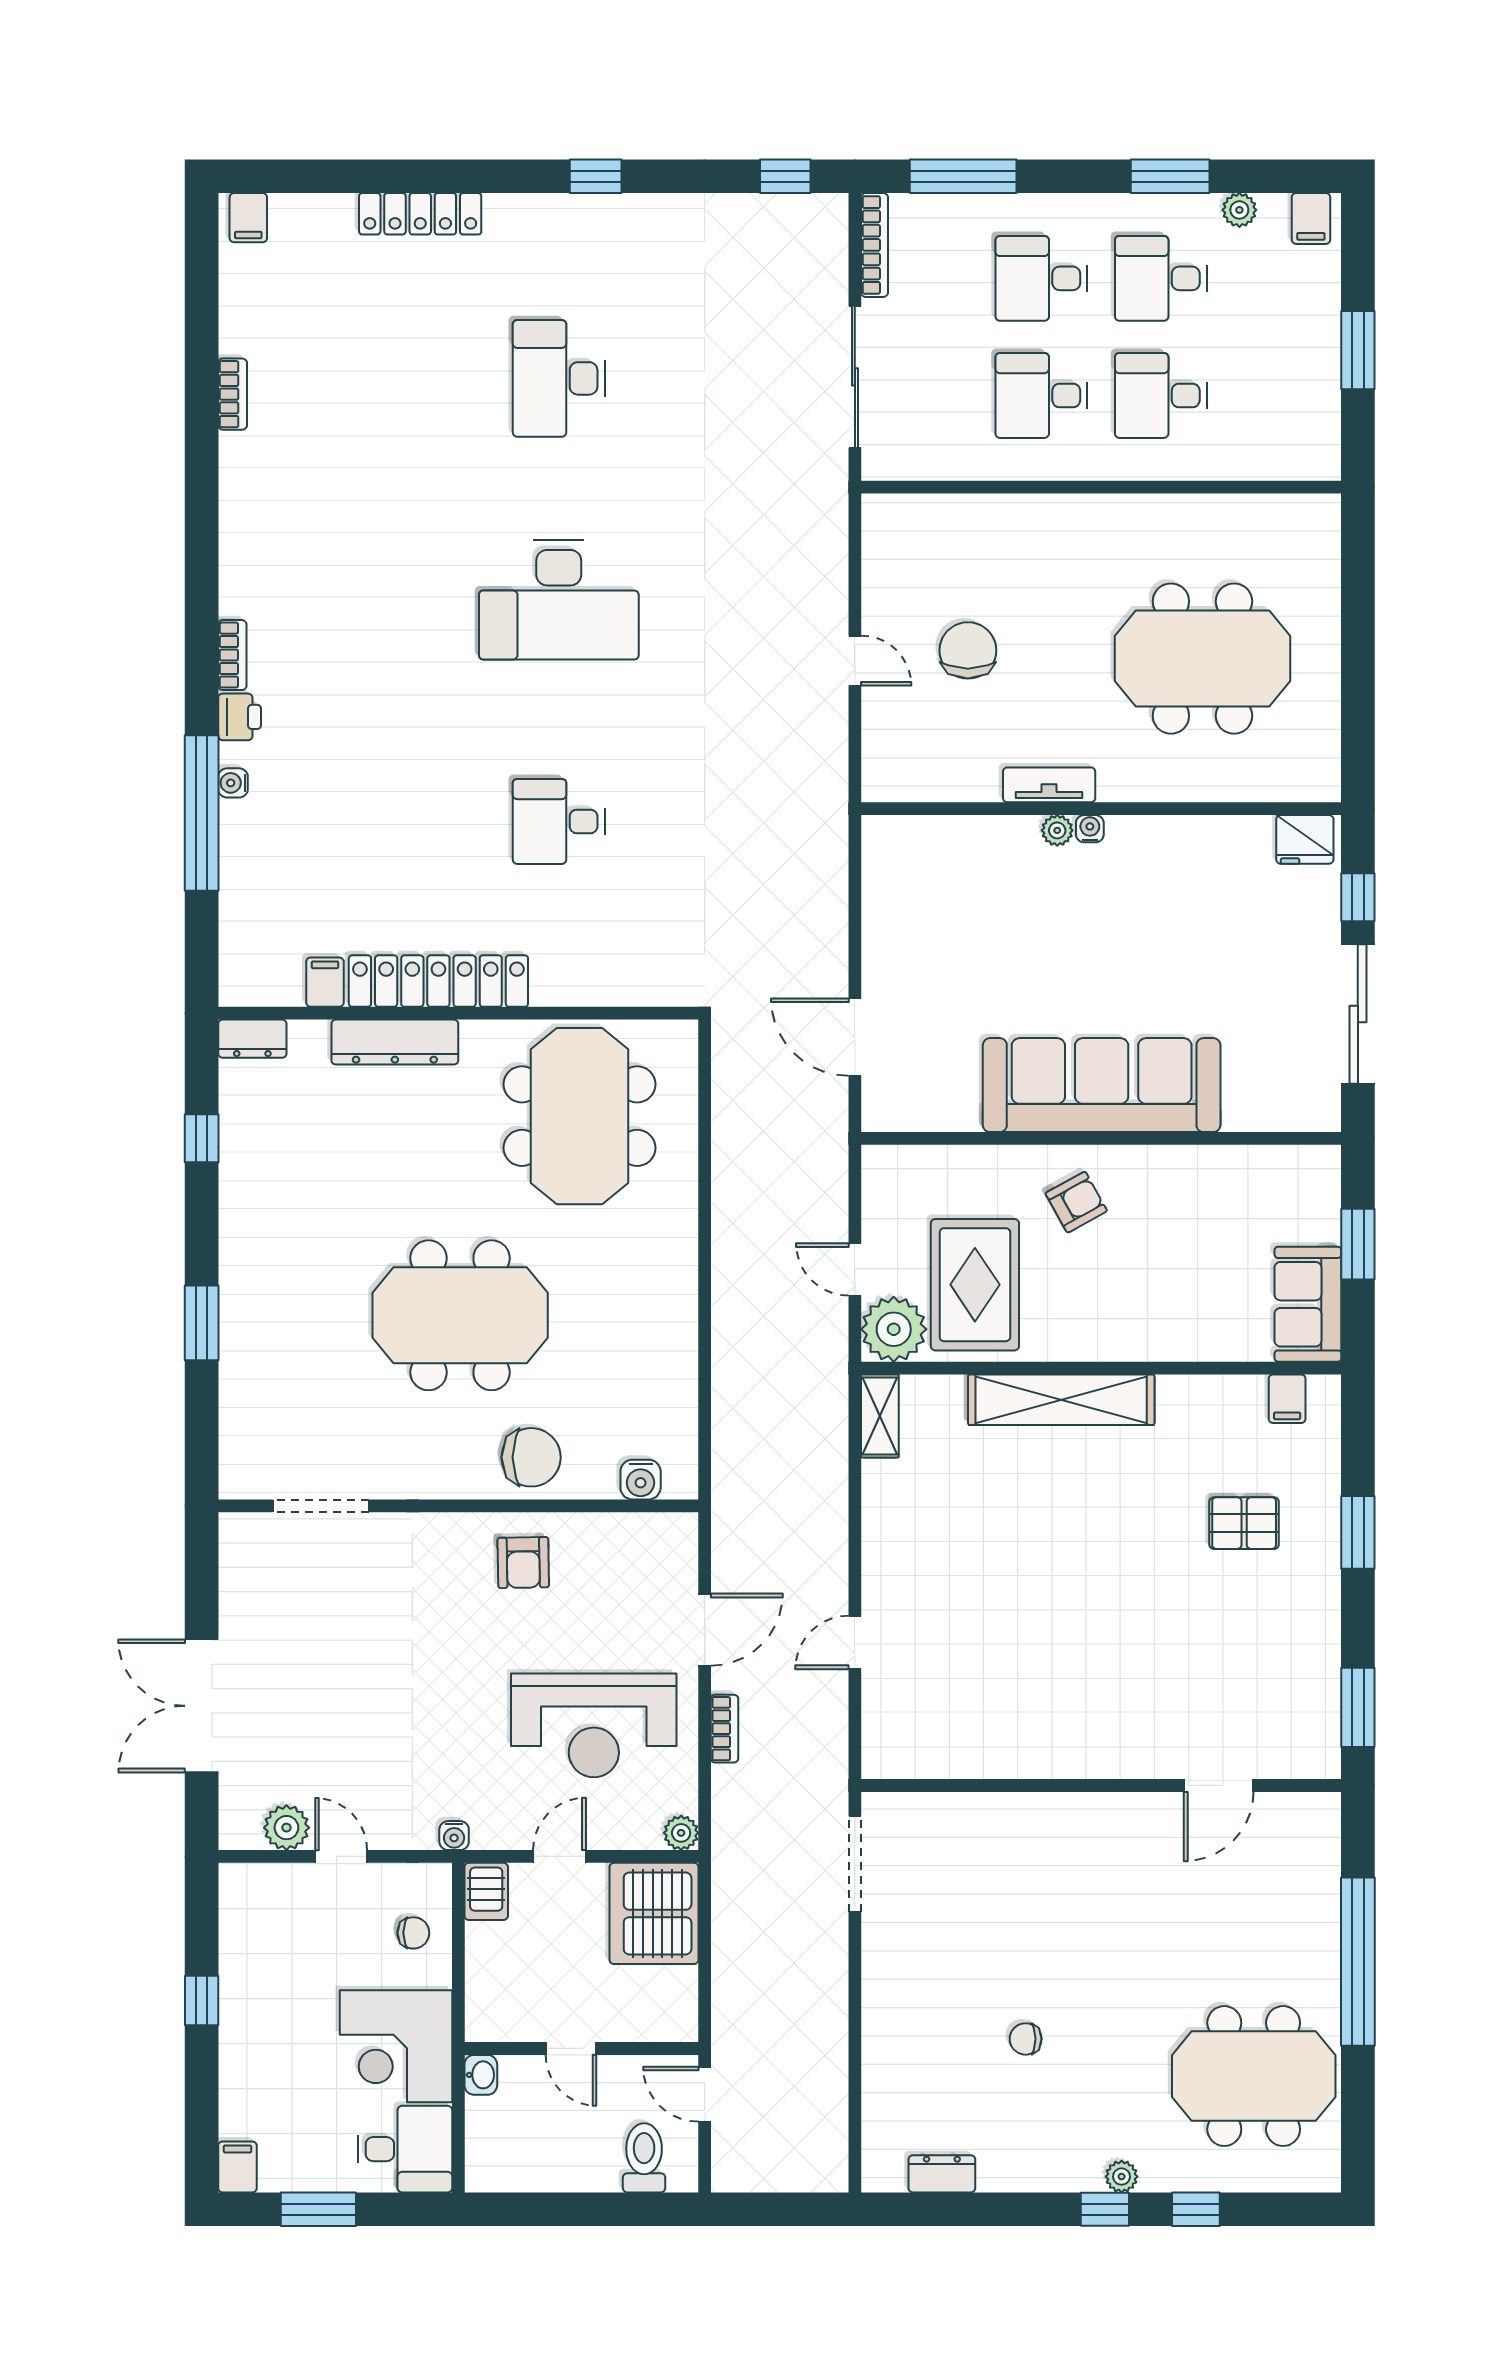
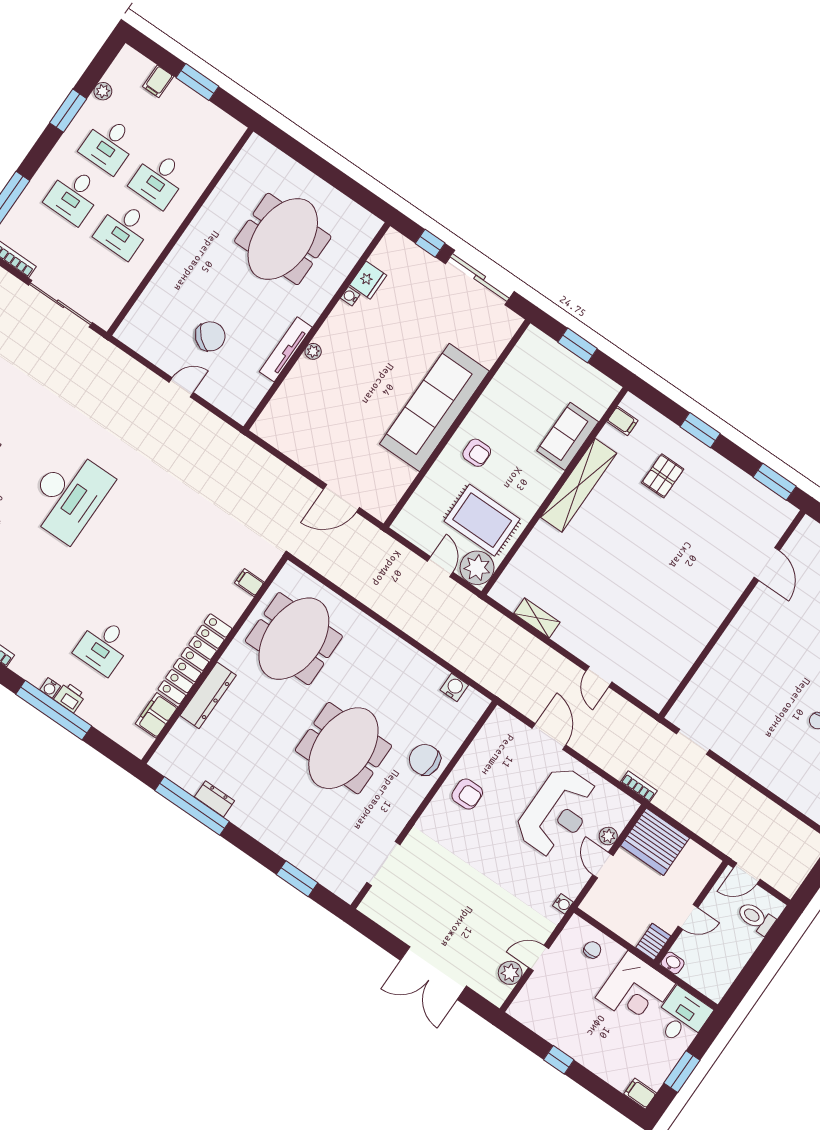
filing cabinet: (1311, 218) -> (158, 81), moved, turned 90
chair: (968, 650) -> (210, 336), turned 132
printer: (240, 717) -> (70, 697), moved
tv unit: (1049, 785) -> (286, 349), width x1.41
desk: (559, 821) -> (103, 646), moved
water cooler: (1090, 829) -> (350, 296), moved
fridge: (1305, 839) -> (368, 280), moved
filing cabinet: (325, 982) -> (156, 715), width x2.00
filing cabinet: (620, 984) -> (249, 583), added
dresser: (252, 1039) -> (214, 799), moved, turned -90
meeting table: (580, 1116) -> (294, 639), turned 90
window: (202, 1138) -> (192, 806), width x3.17
armchair: (1076, 1202) -> (477, 453), turned 119
door: (855, 1269) -> (440, 567), swing flipped
sofa: (1308, 1304) -> (568, 436), moved, turned 90
window: (202, 1323) -> (297, 879), moved
shelving: (1061, 1400) -> (579, 485), moved
shelving: (880, 1416) -> (537, 618), moved
chair: (531, 1457) -> (425, 760), turned -90
water cooler: (641, 1480) -> (454, 688), moved, turned -90
bookcase: (725, 1729) -> (639, 786), moved
plant: (681, 1833) -> (608, 836), moved
doorway: (855, 1864) -> (693, 742), width x0.73
server rack: (486, 1891) -> (653, 942), moved, turned -90

